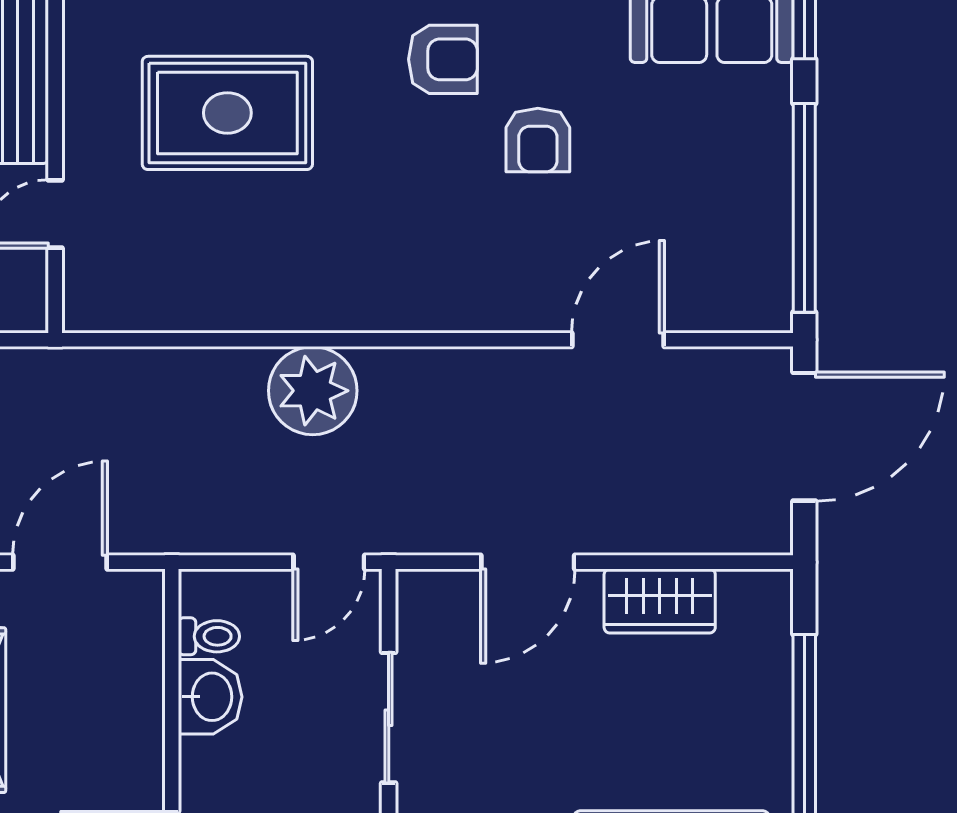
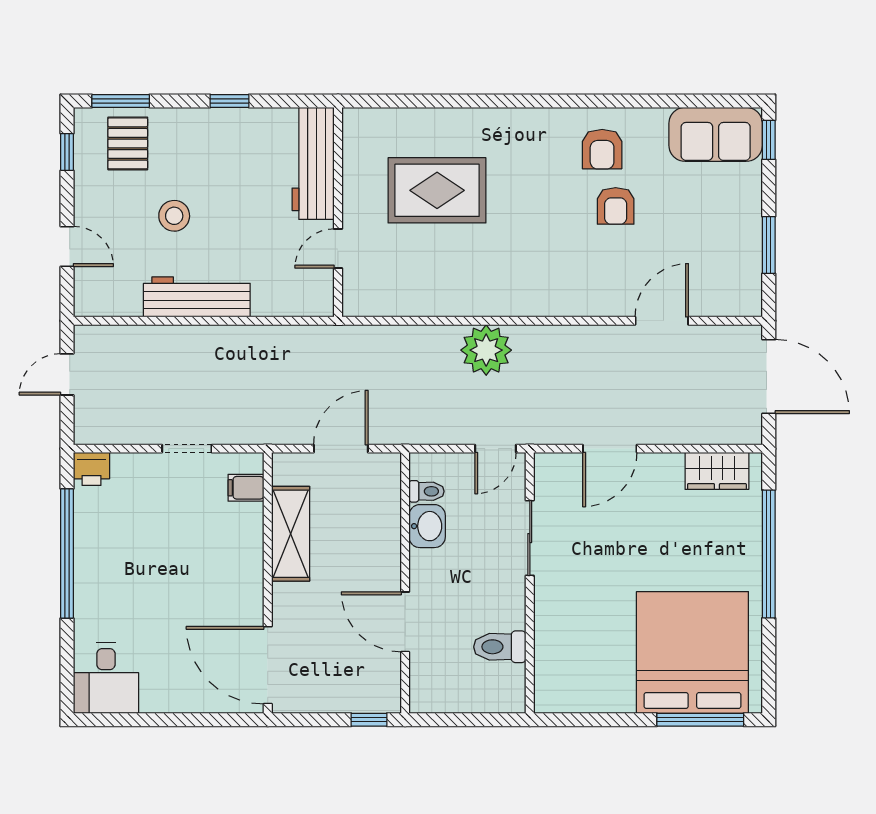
armchair: (443, 59) -> (602, 149), moved, turned 90
window: (804, 208) -> (769, 245), width x0.47
door: (804, 437) -> (769, 377), hinge flipped
wardrobe: (660, 601) -> (717, 471), moved

